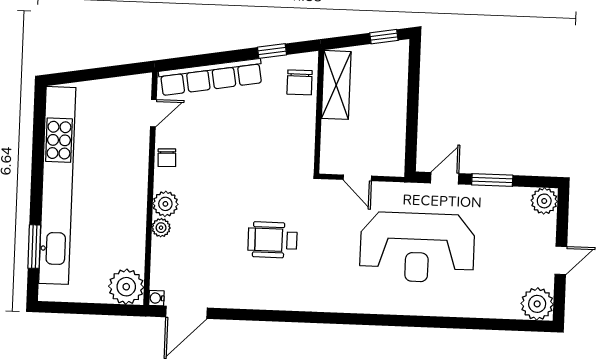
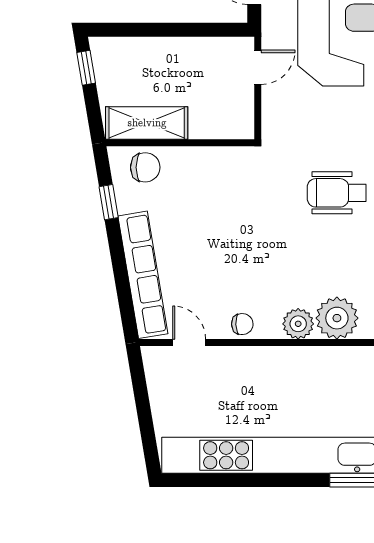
door: (357, 178) -> (258, 67), moved
plant: (161, 228) -> (337, 318), width x1.87, depth x1.87
wheelchair: (272, 240) -> (337, 193), turned 90

